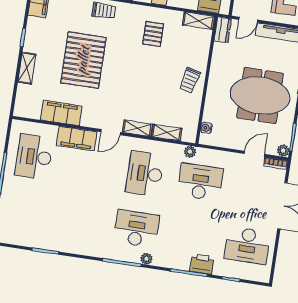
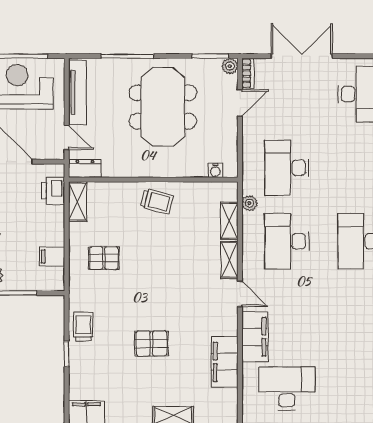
pallet: (83, 60) -> (152, 343), width x0.49, depth x0.50
plant: (190, 152) -> (250, 203), moved
door: (254, 154) -> (240, 103), swing flipped
desk: (34, 157) -> (287, 388), turned 180
desk: (145, 174) -> (287, 241), turned 90

